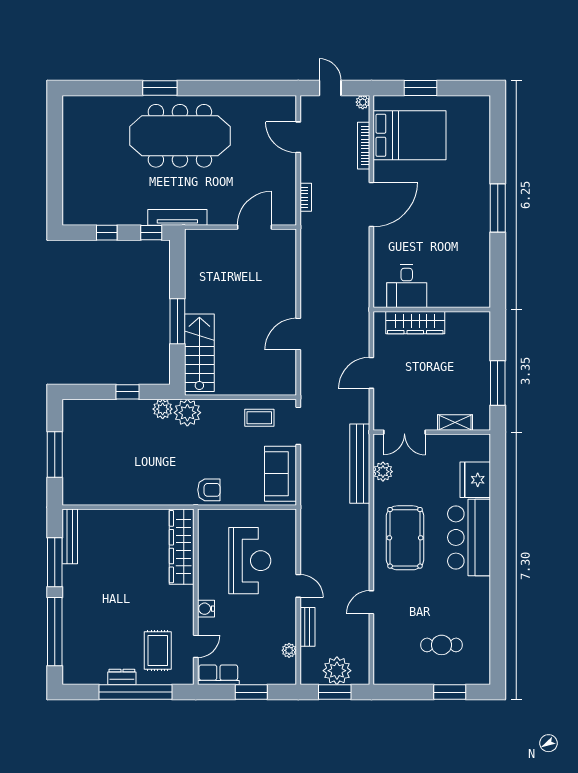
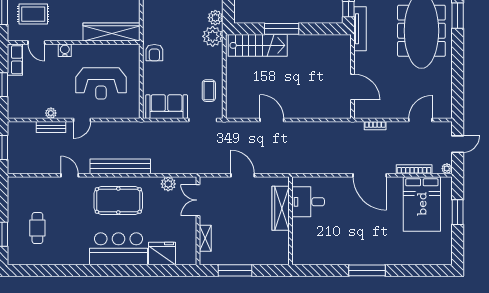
bench: (360, 464) -> (120, 166), moved
plant: (289, 650) -> (51, 113), moved
plant: (337, 671) -> (18, 149), removed

